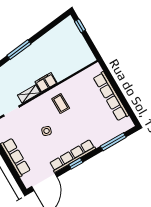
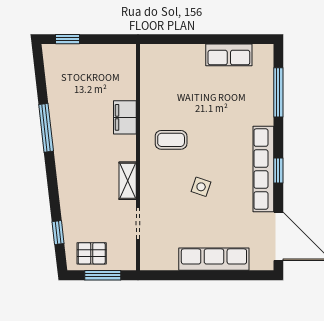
window: (19, 50) -> (46, 128), moved
filing cabinet: (46, 82) -> (125, 117), moved
row of seats: (111, 96) -> (229, 55), width x0.50

